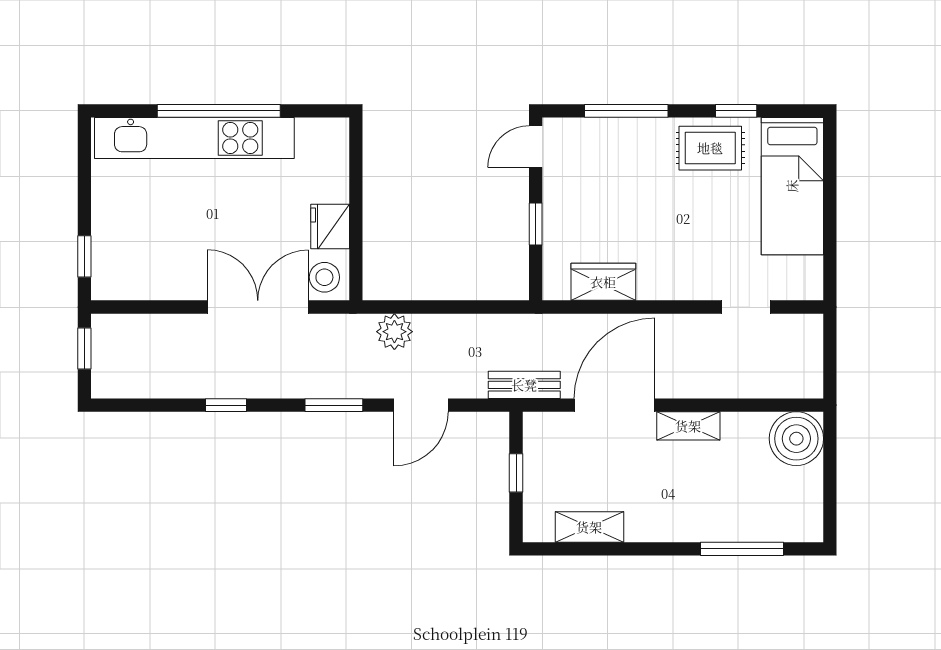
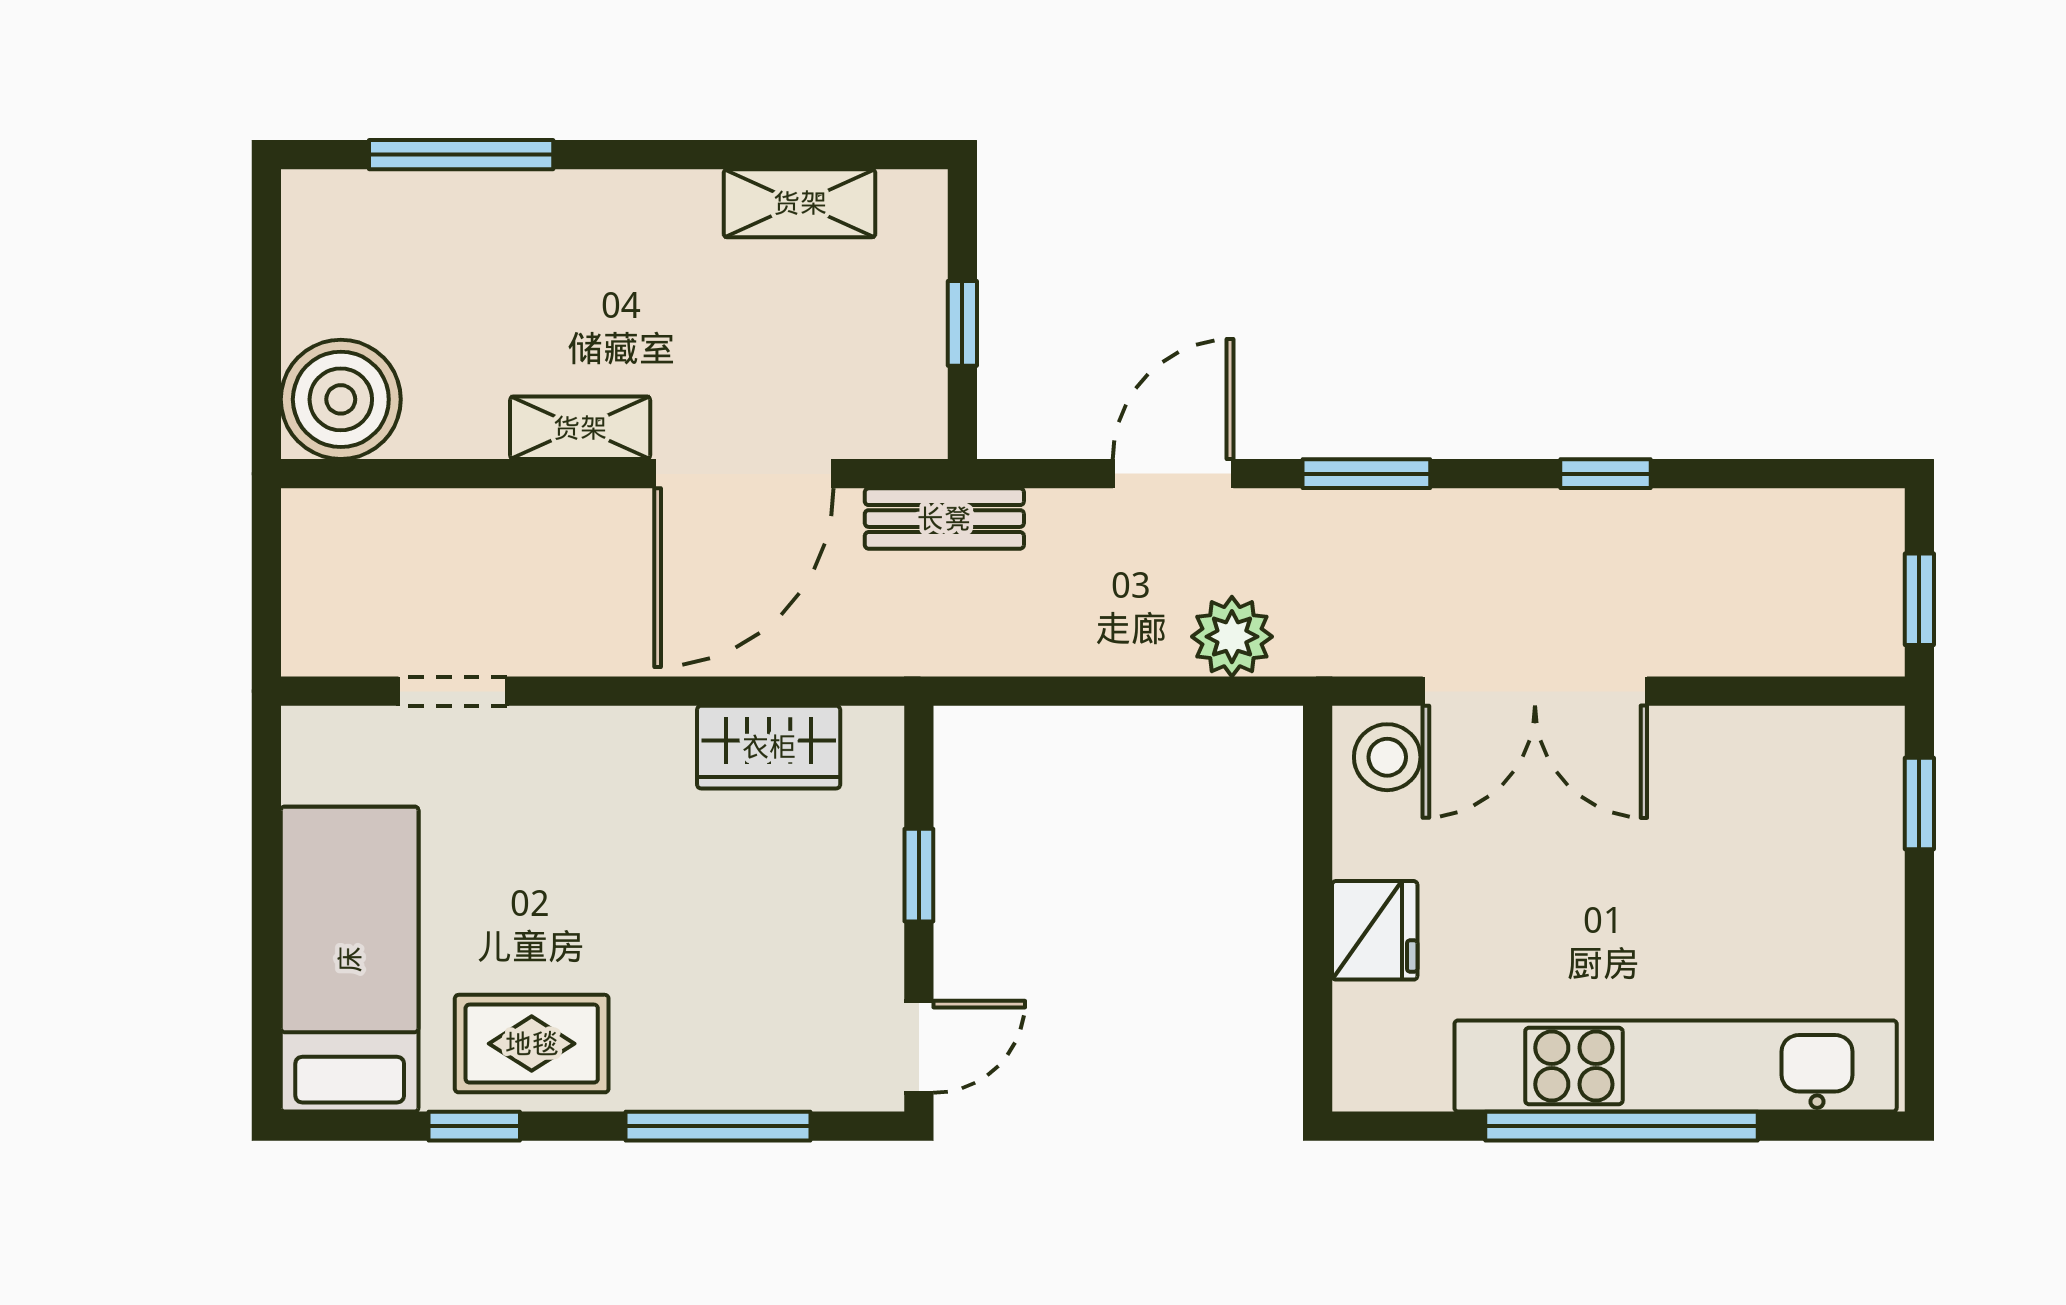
fridge: (330, 226) -> (1375, 930), moved

